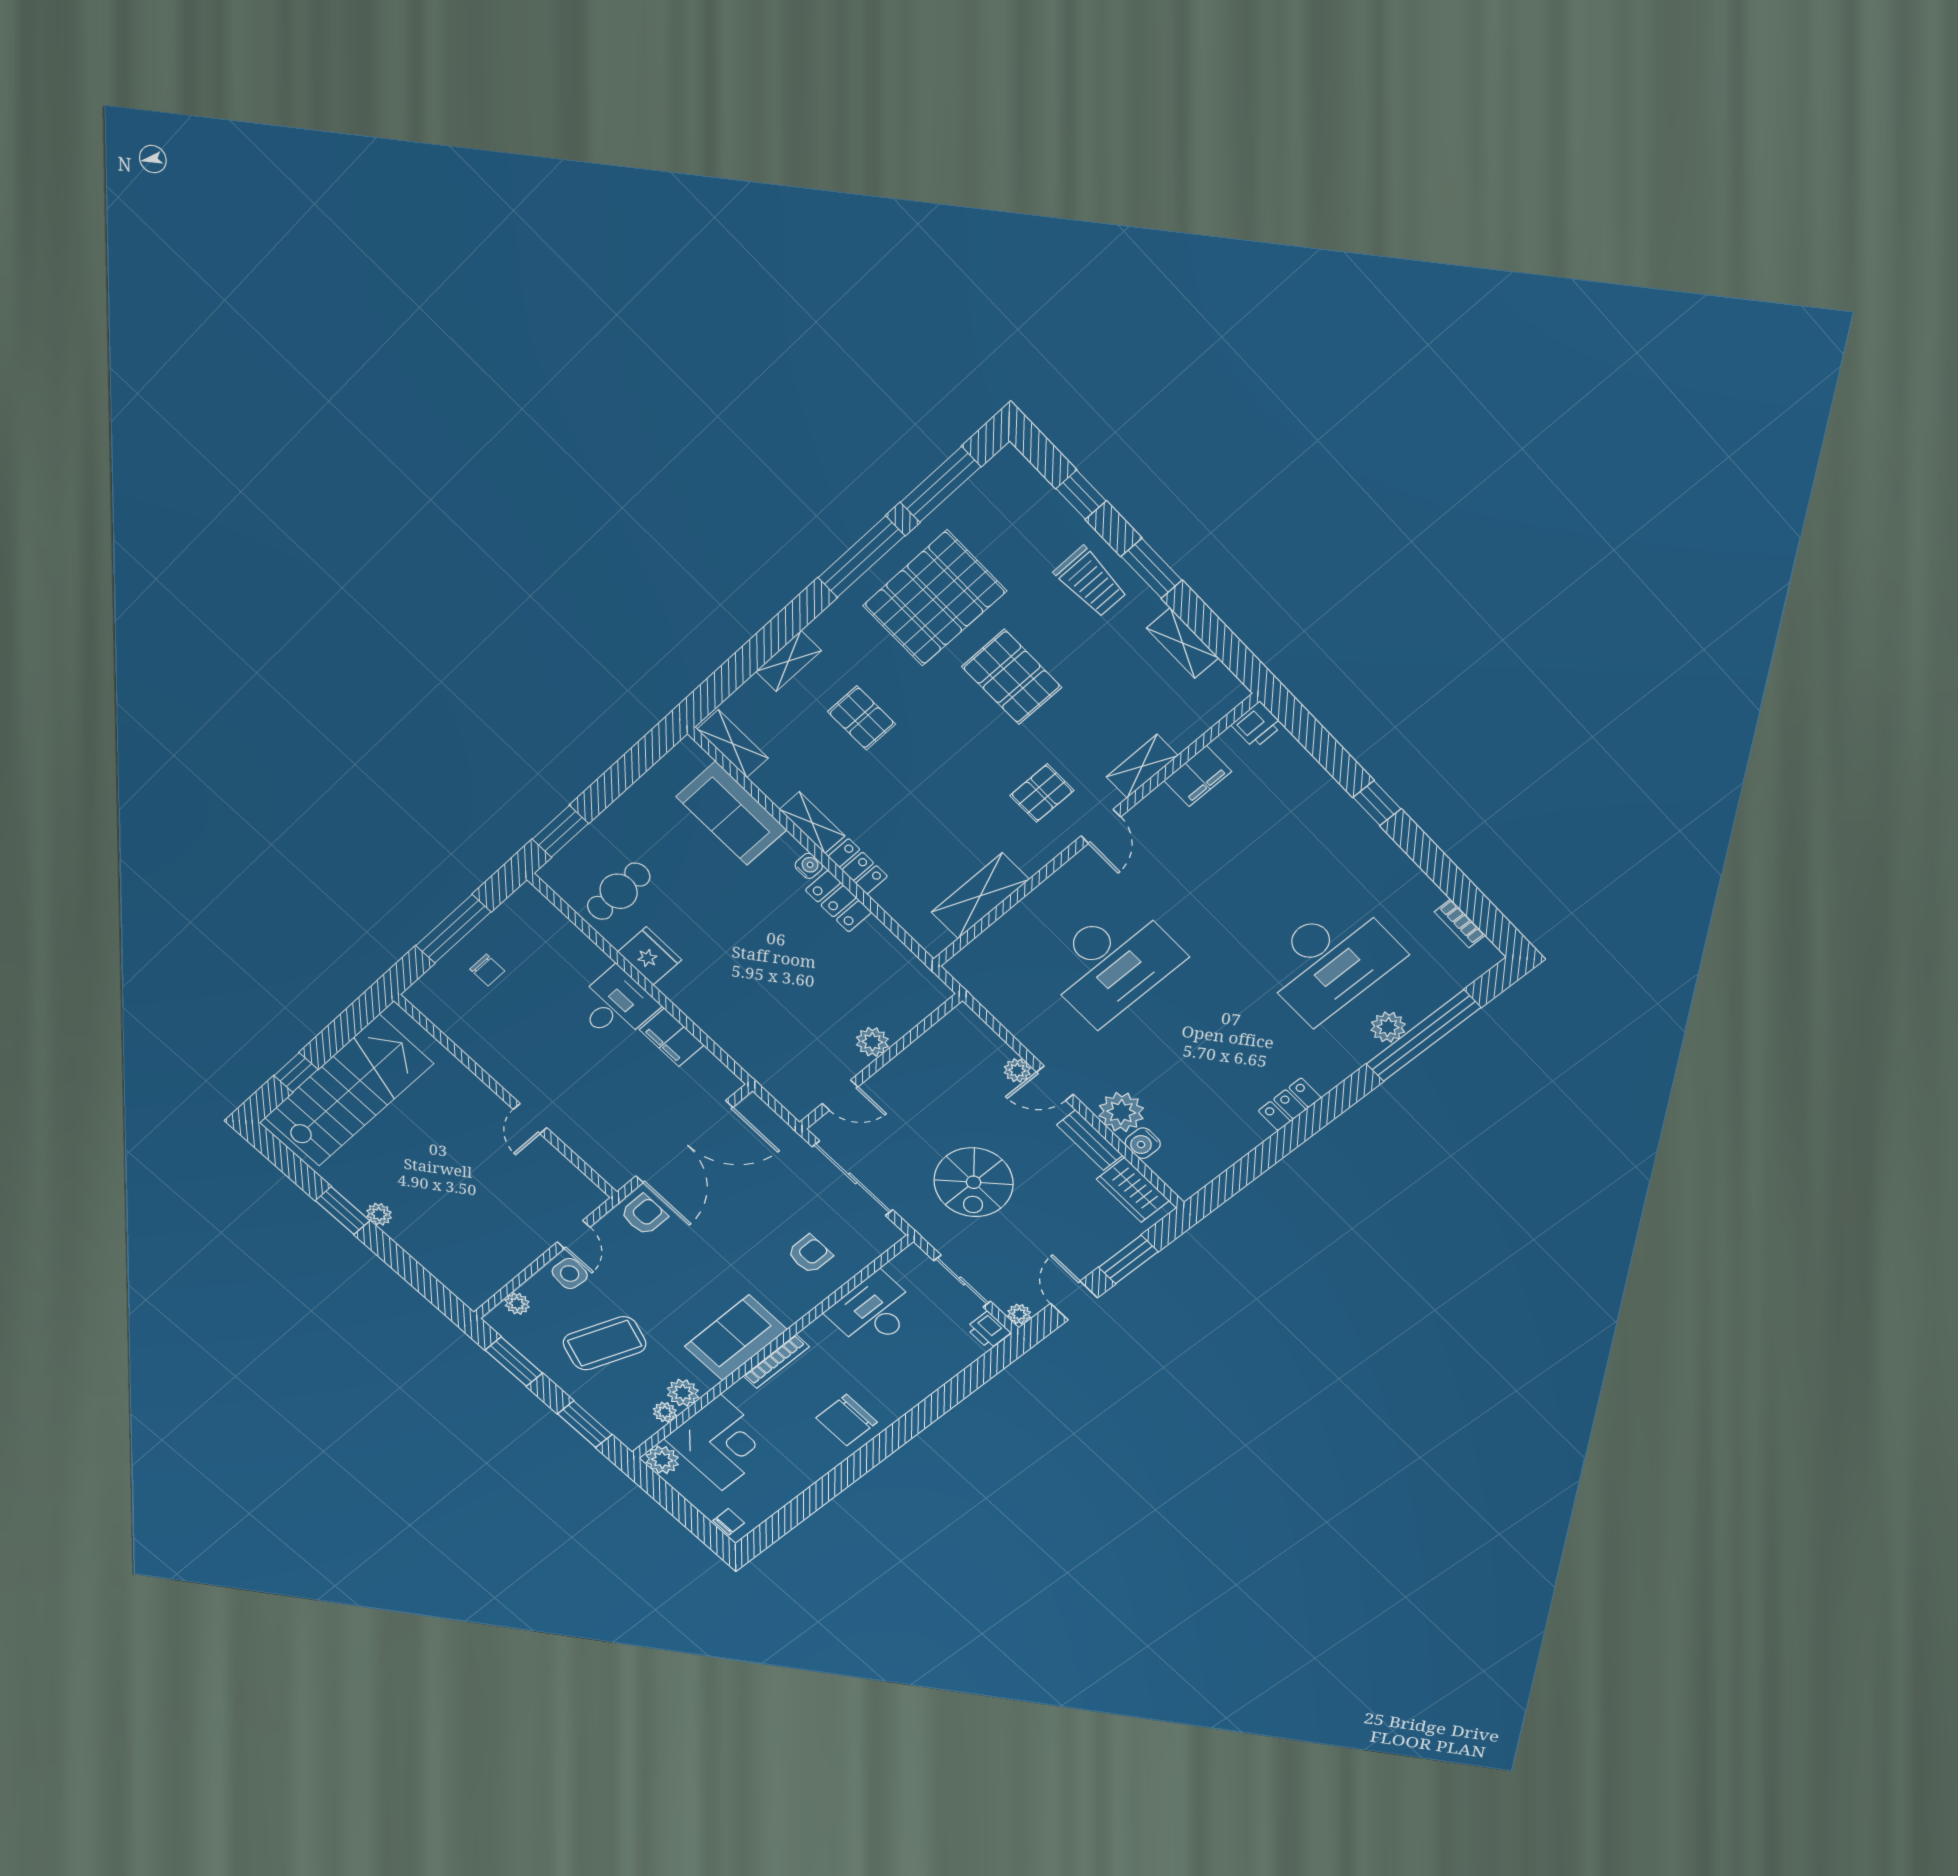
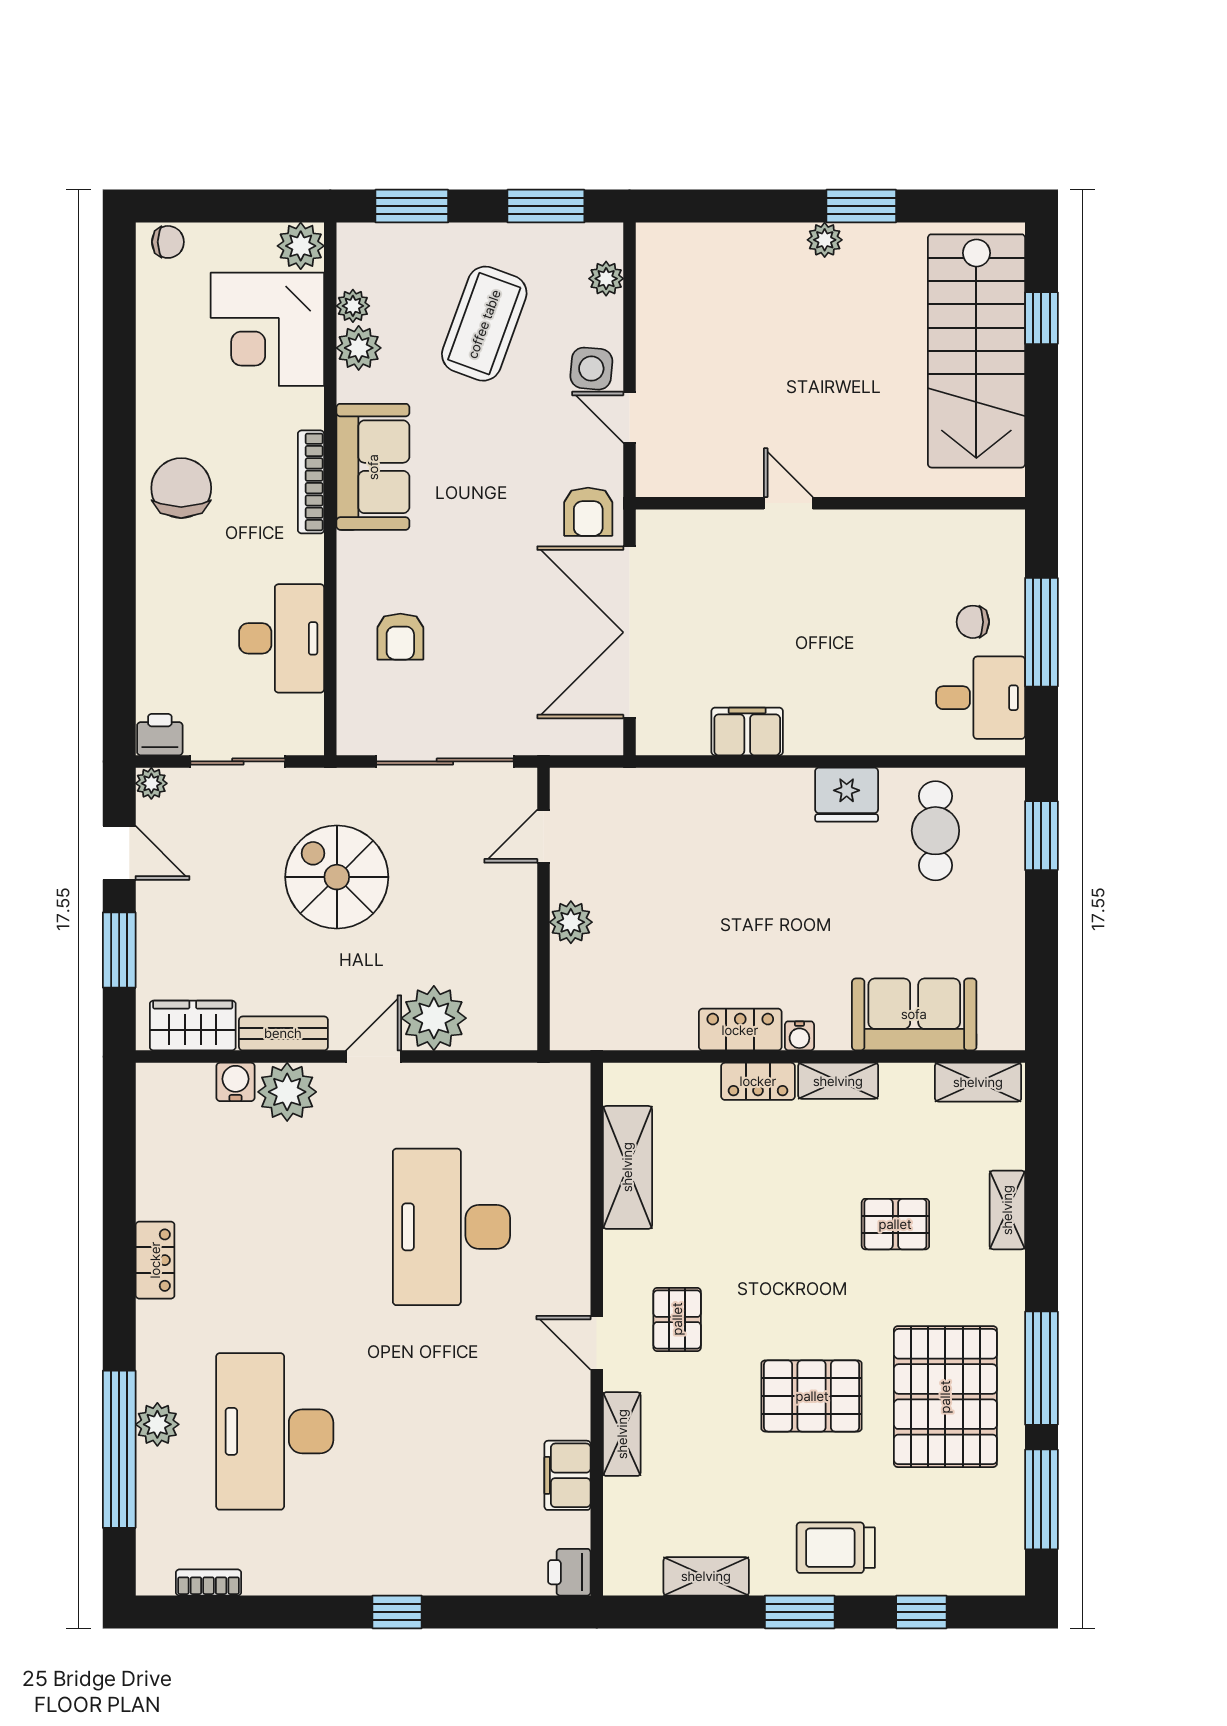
desk: (616, 1005) -> (981, 698), moved, turned -90
plant: (1017, 1070) -> (434, 1018), width x1.88, depth x1.88
chair: (729, 1522) -> (168, 242), turned -90

